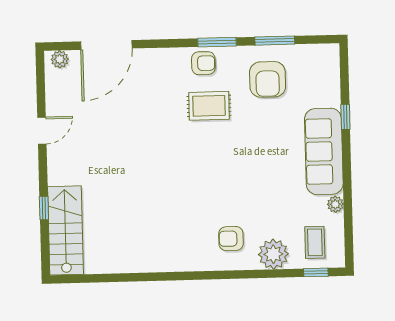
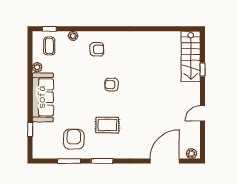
armchair: (203, 63) -> (112, 85), moved
window: (345, 117) -> (30, 129), moved
plant: (273, 254) -> (73, 36), width x0.53, depth x0.53

